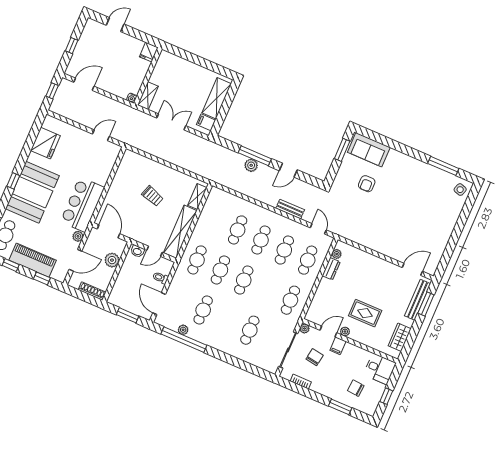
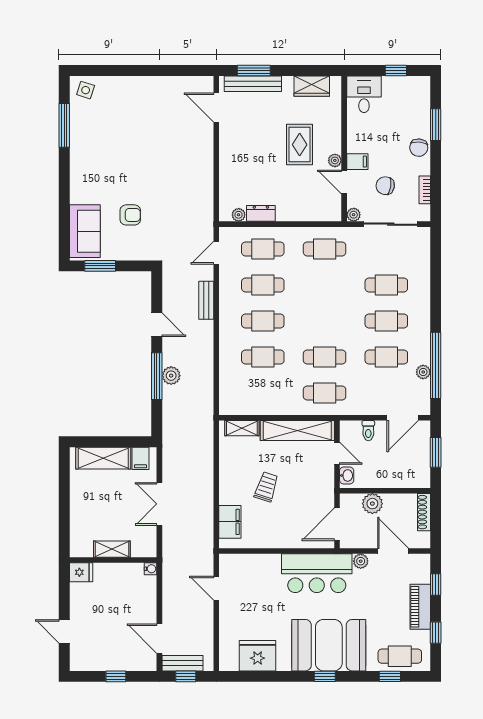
bench: (62, 92) -> (182, 663), added
shelving: (148, 96) -> (112, 549), moved
filing cabinet: (140, 163) -> (230, 522), added
piano: (33, 260) -> (420, 607), width x0.73, depth x0.75
cafe table: (244, 280) -> (386, 321), moved
chair: (356, 388) -> (419, 148), moved

